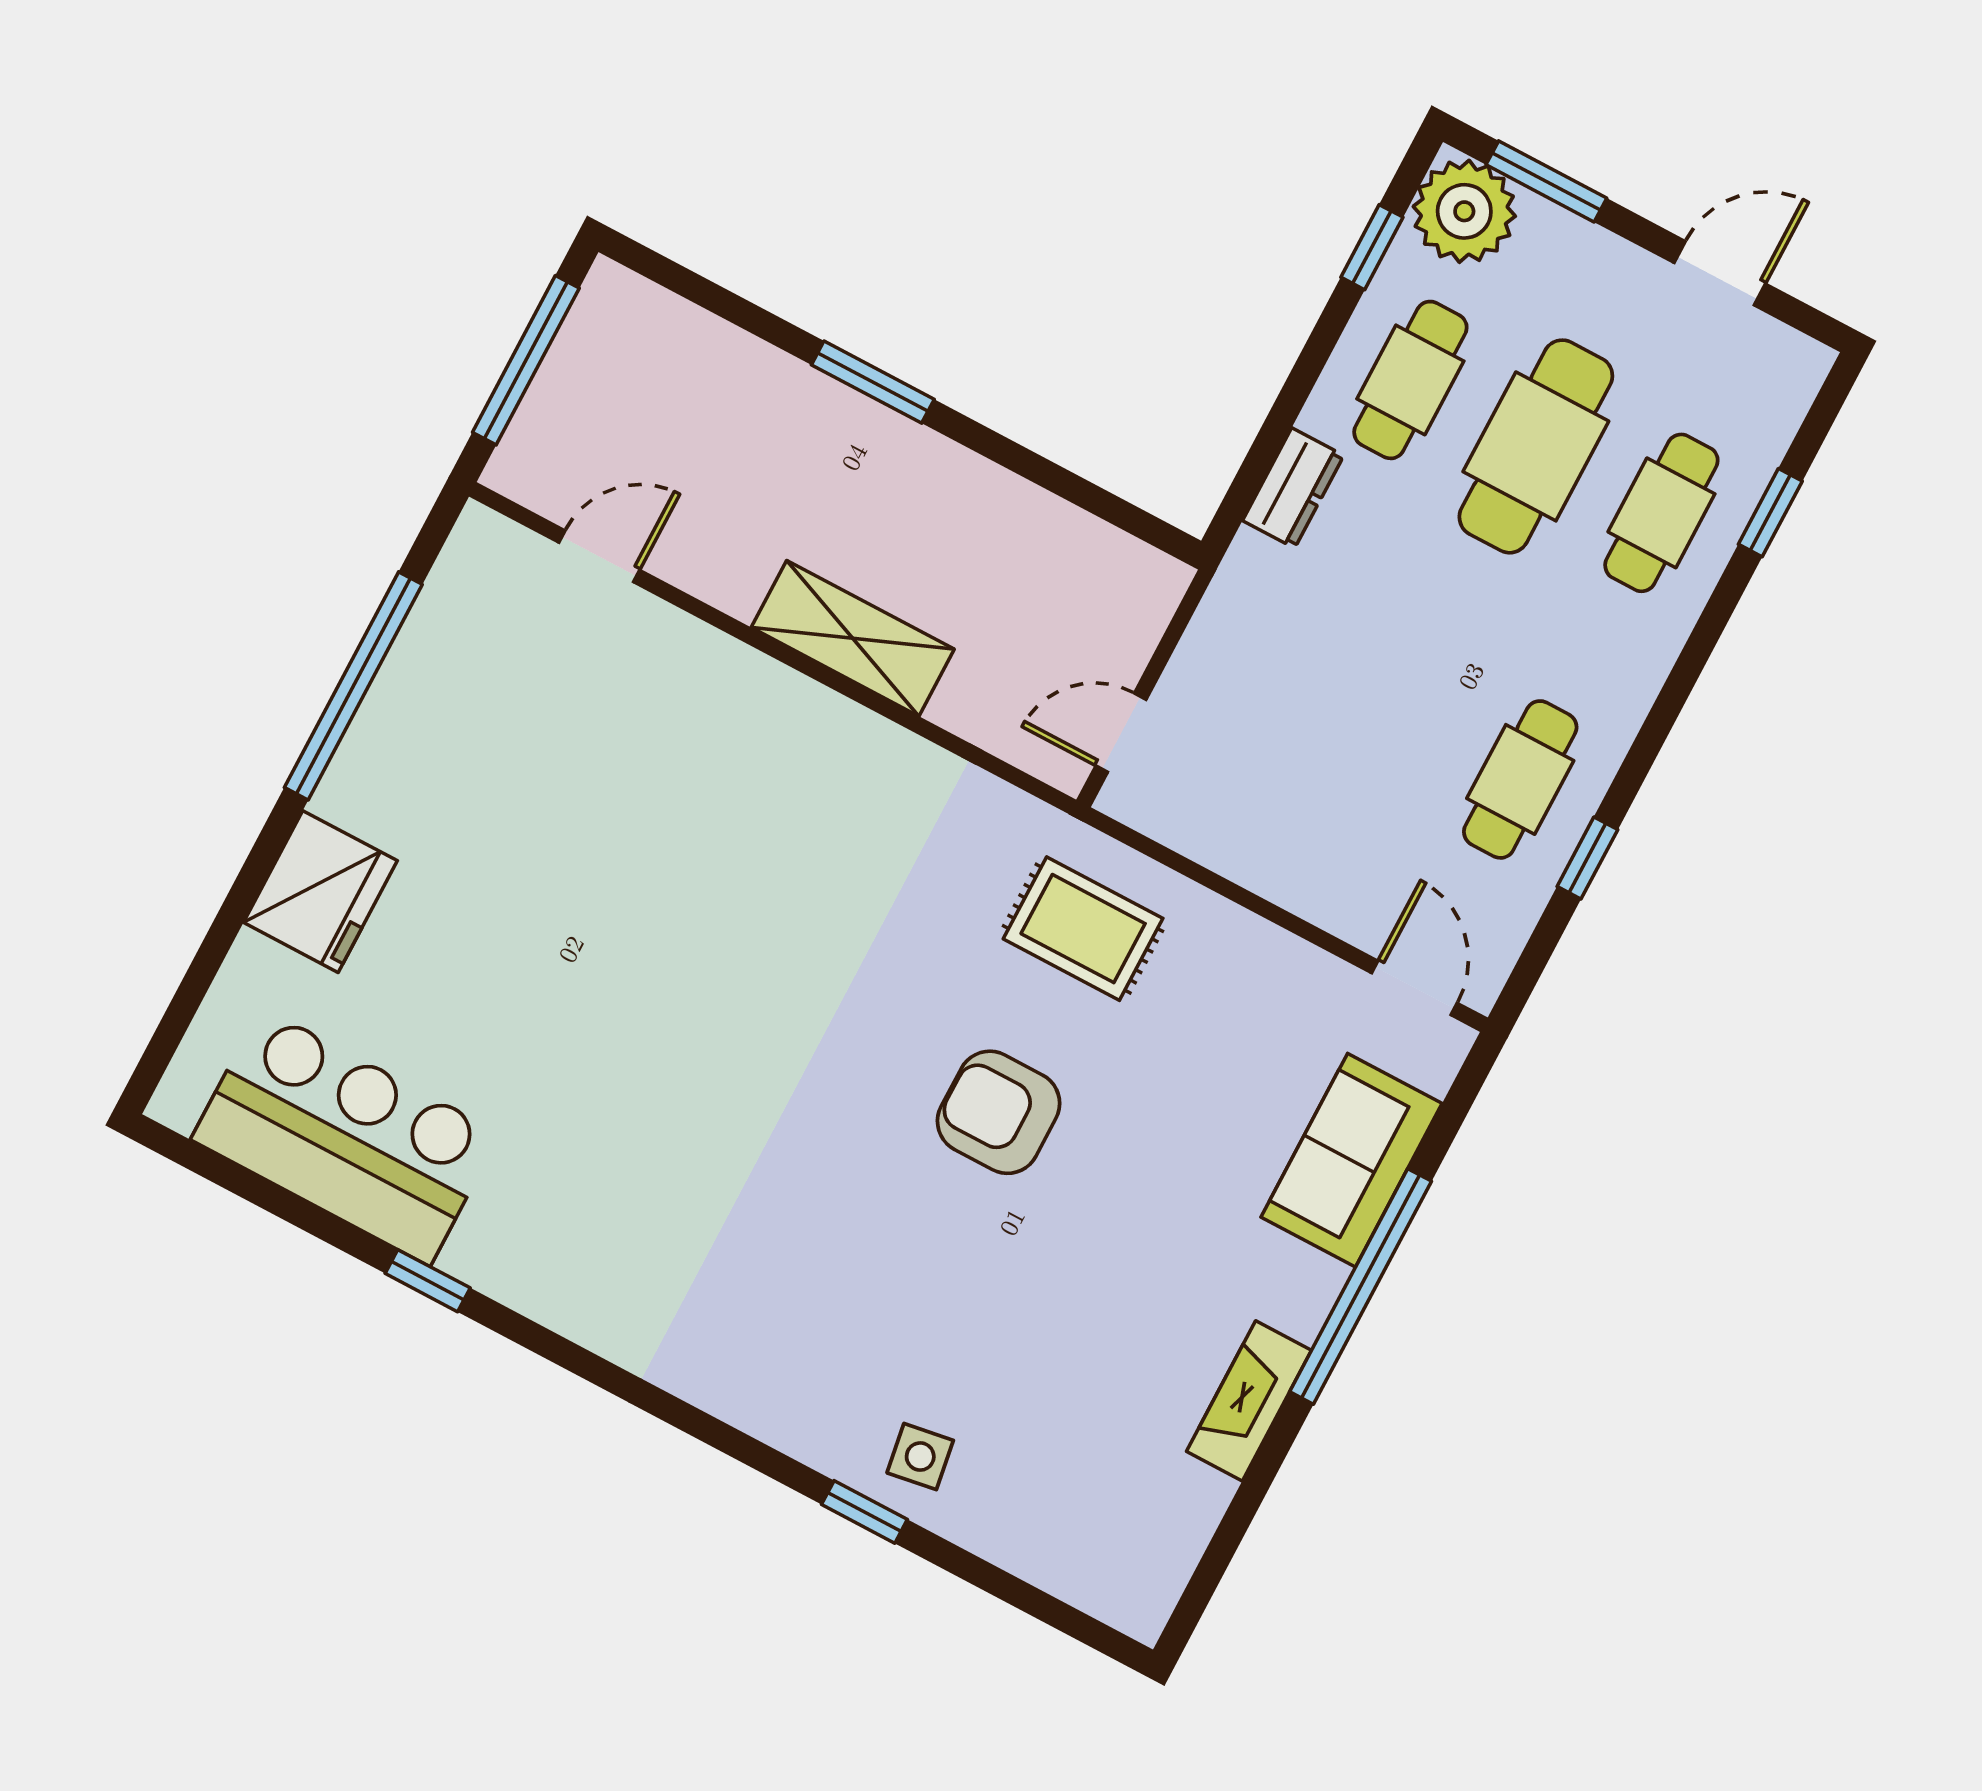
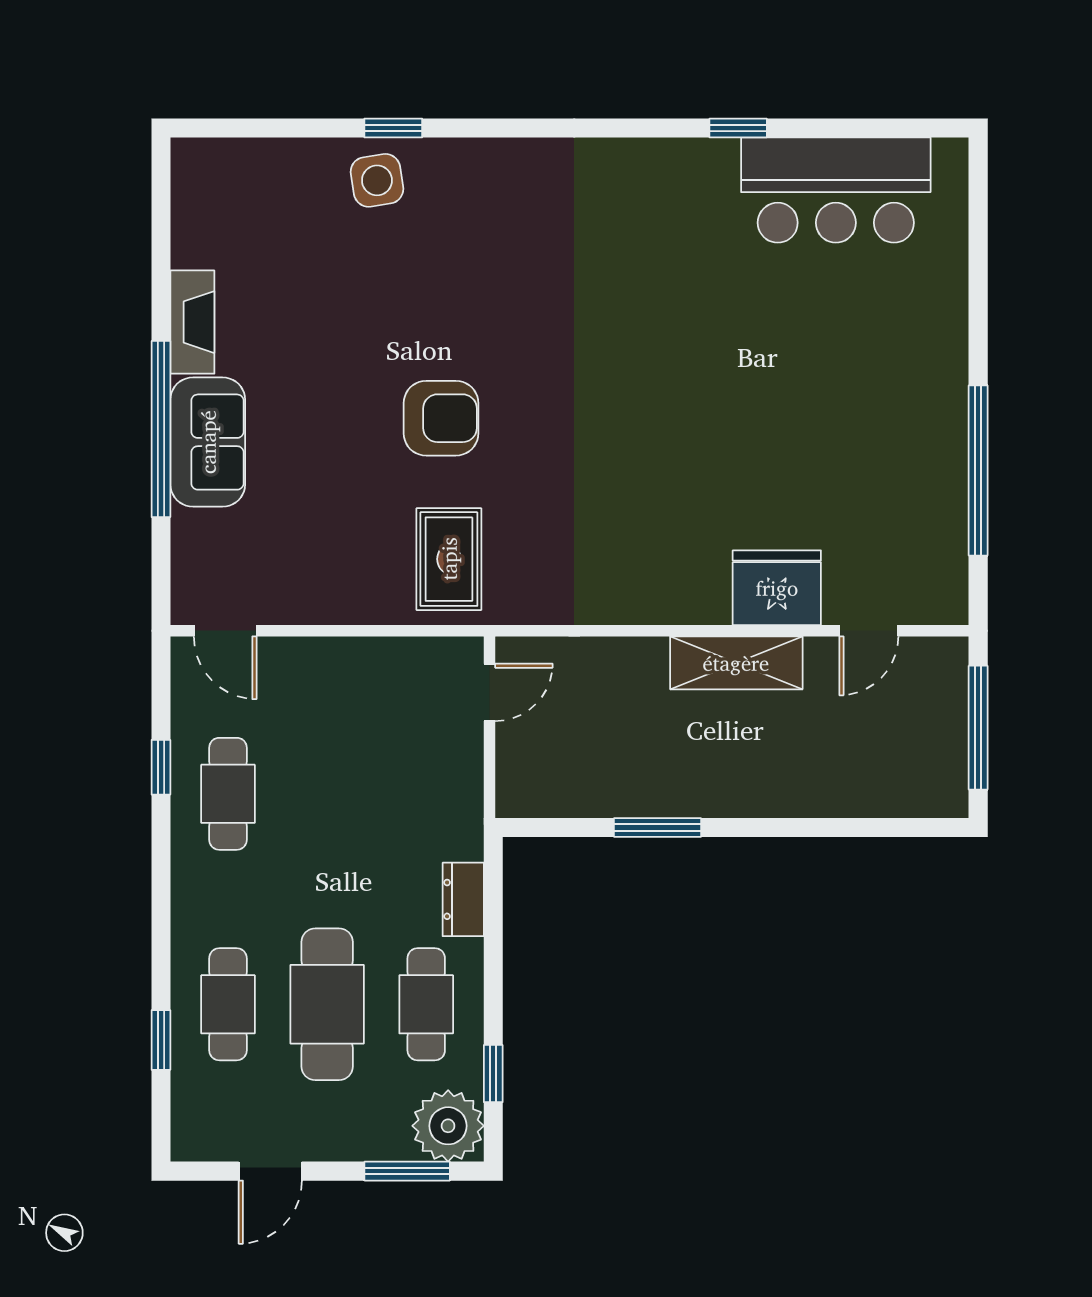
window: (873, 382) -> (658, 827), moved
shelving: (853, 638) -> (736, 663), moved
fridge: (320, 892) -> (777, 588), moved, turned 90
rug: (1083, 929) -> (449, 559), turned 90
sofa: (1352, 1160) -> (208, 442), moved
side table: (920, 1457) -> (377, 180), width x1.37, depth x1.37

